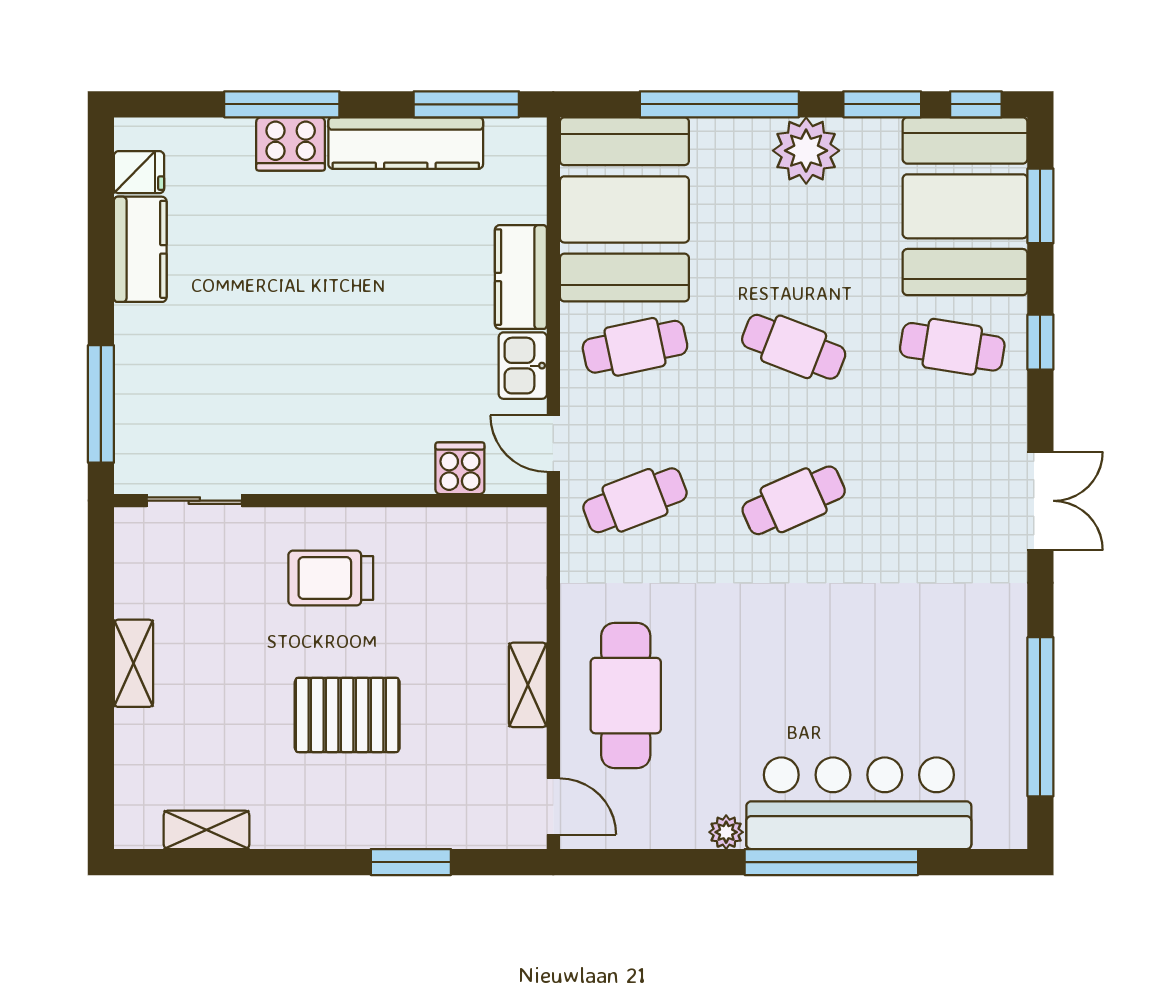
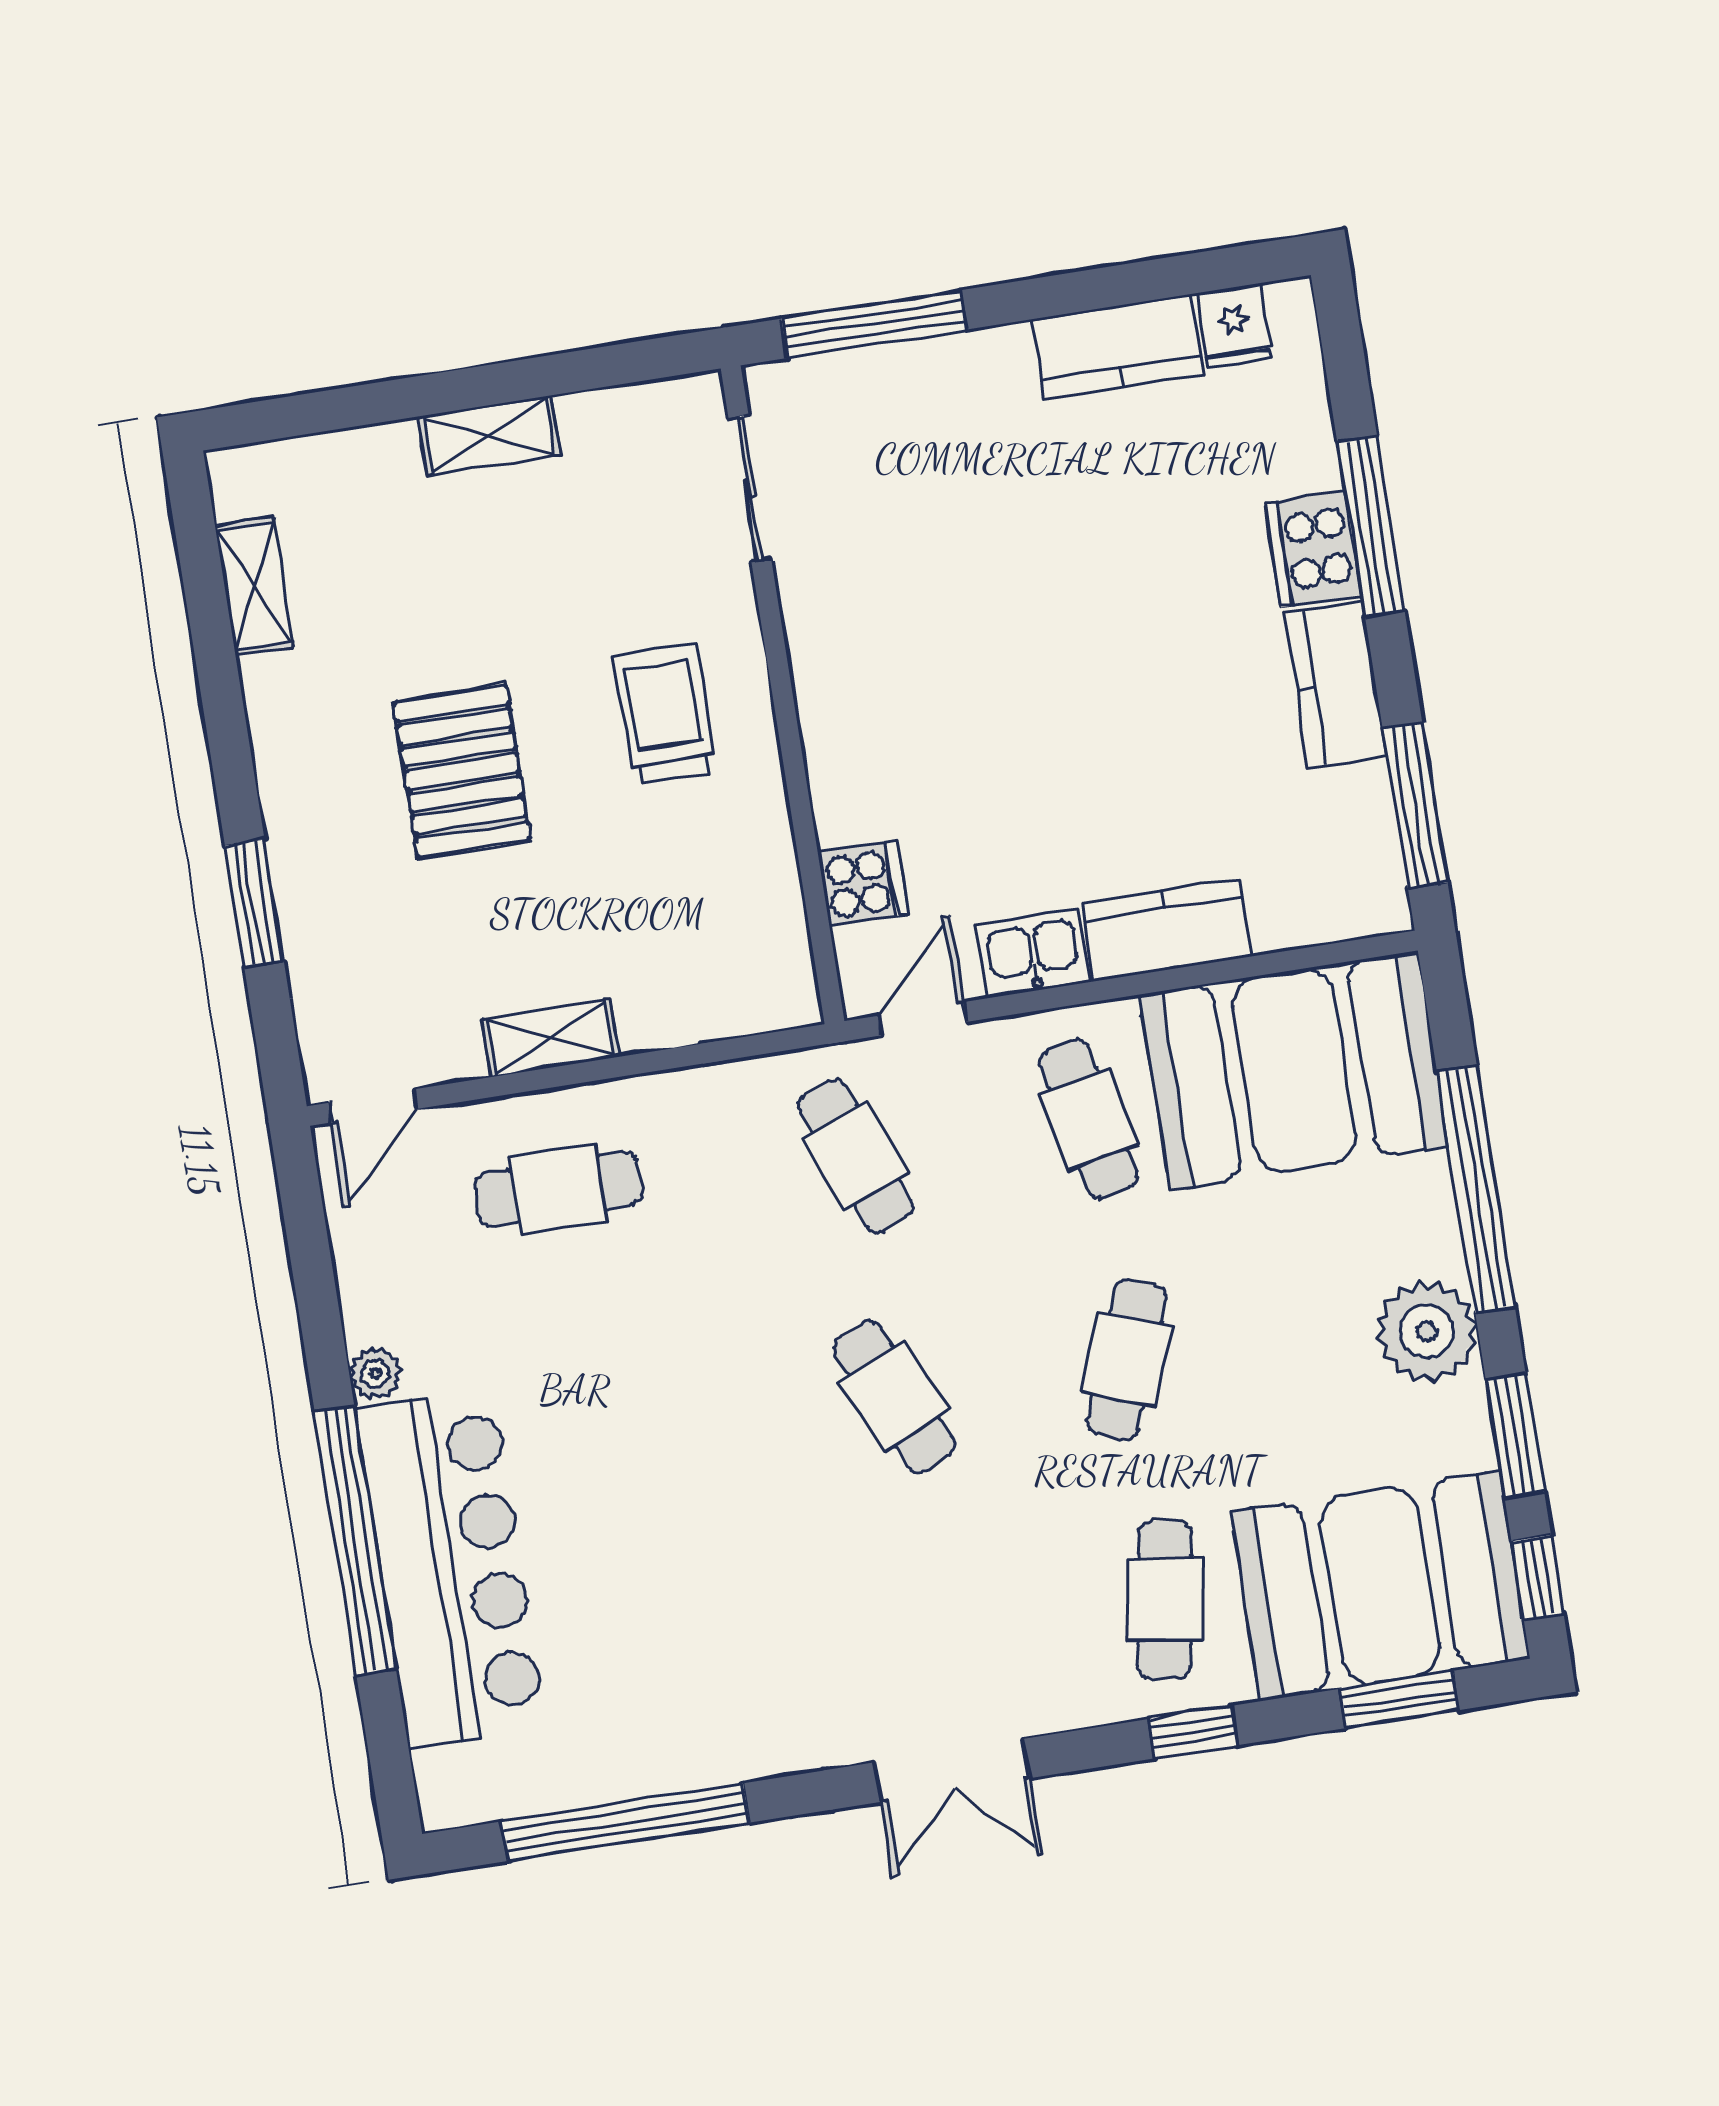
kitchen counter: (406, 143) -> (1336, 684), width x0.67
cafe table: (626, 696) -> (558, 1189), width x0.73, depth x0.74

